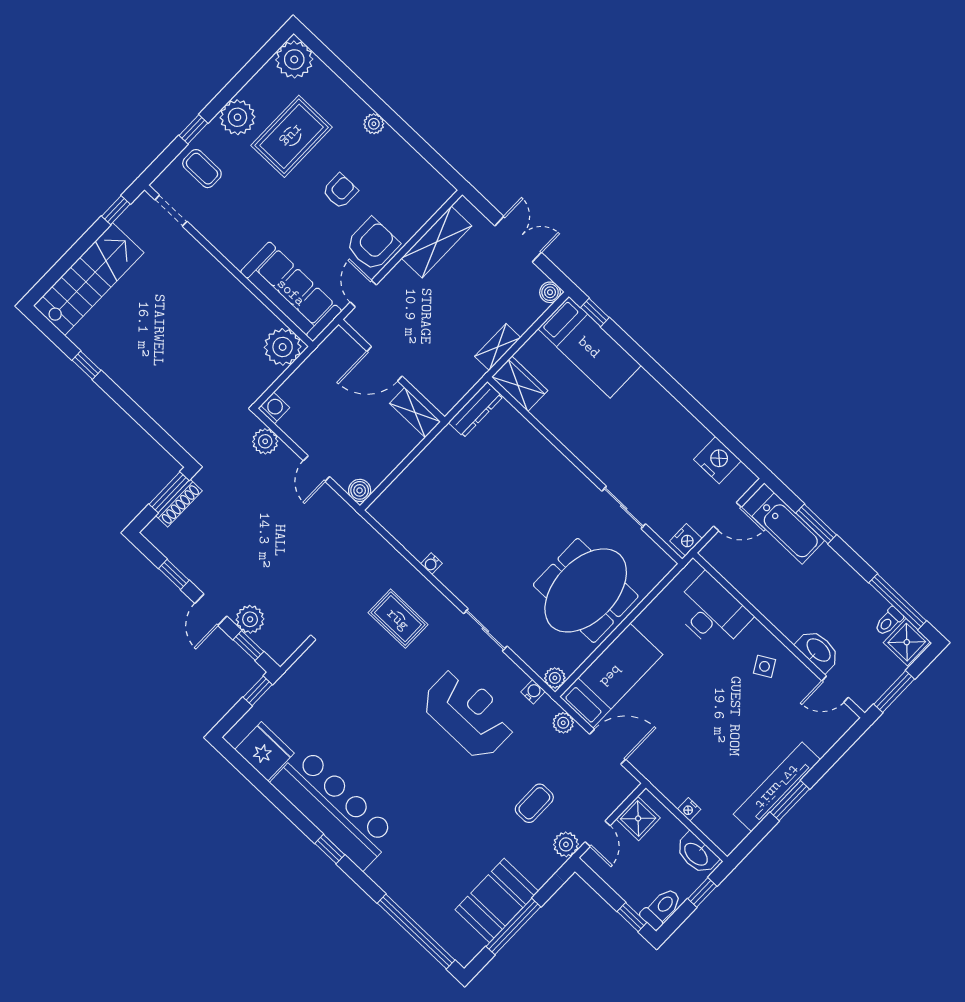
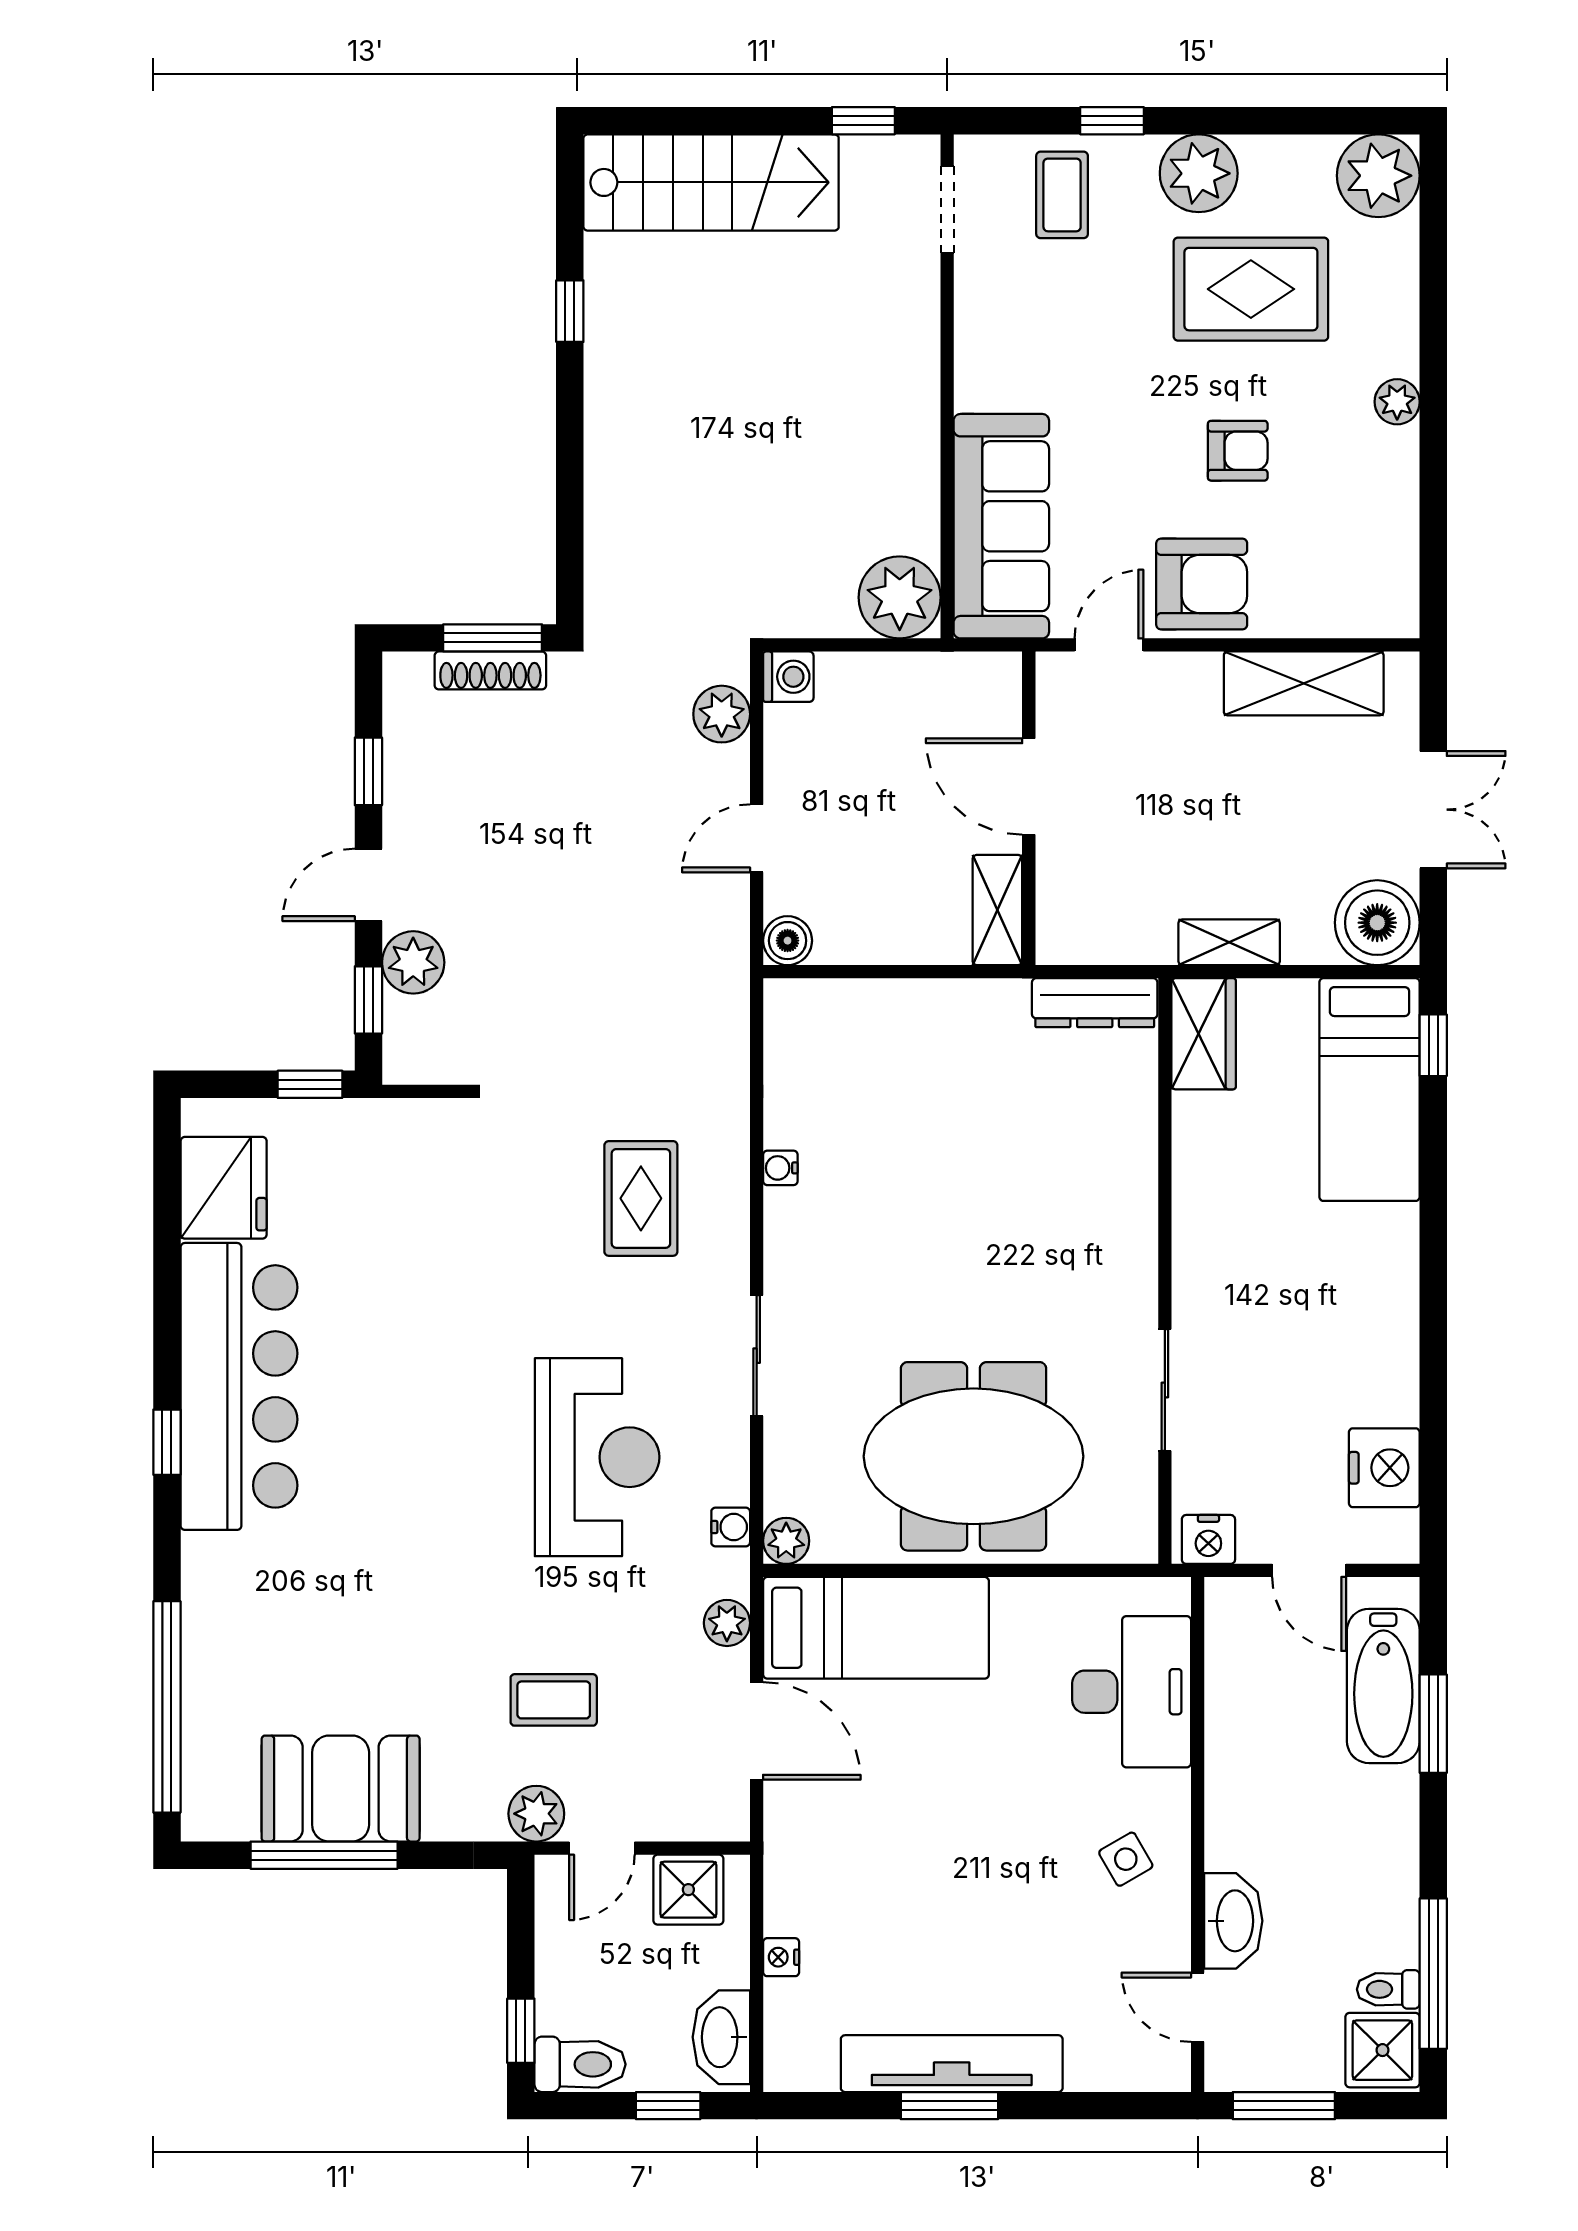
boiler: (550, 292) -> (1377, 923), width x1.86, depth x1.86

